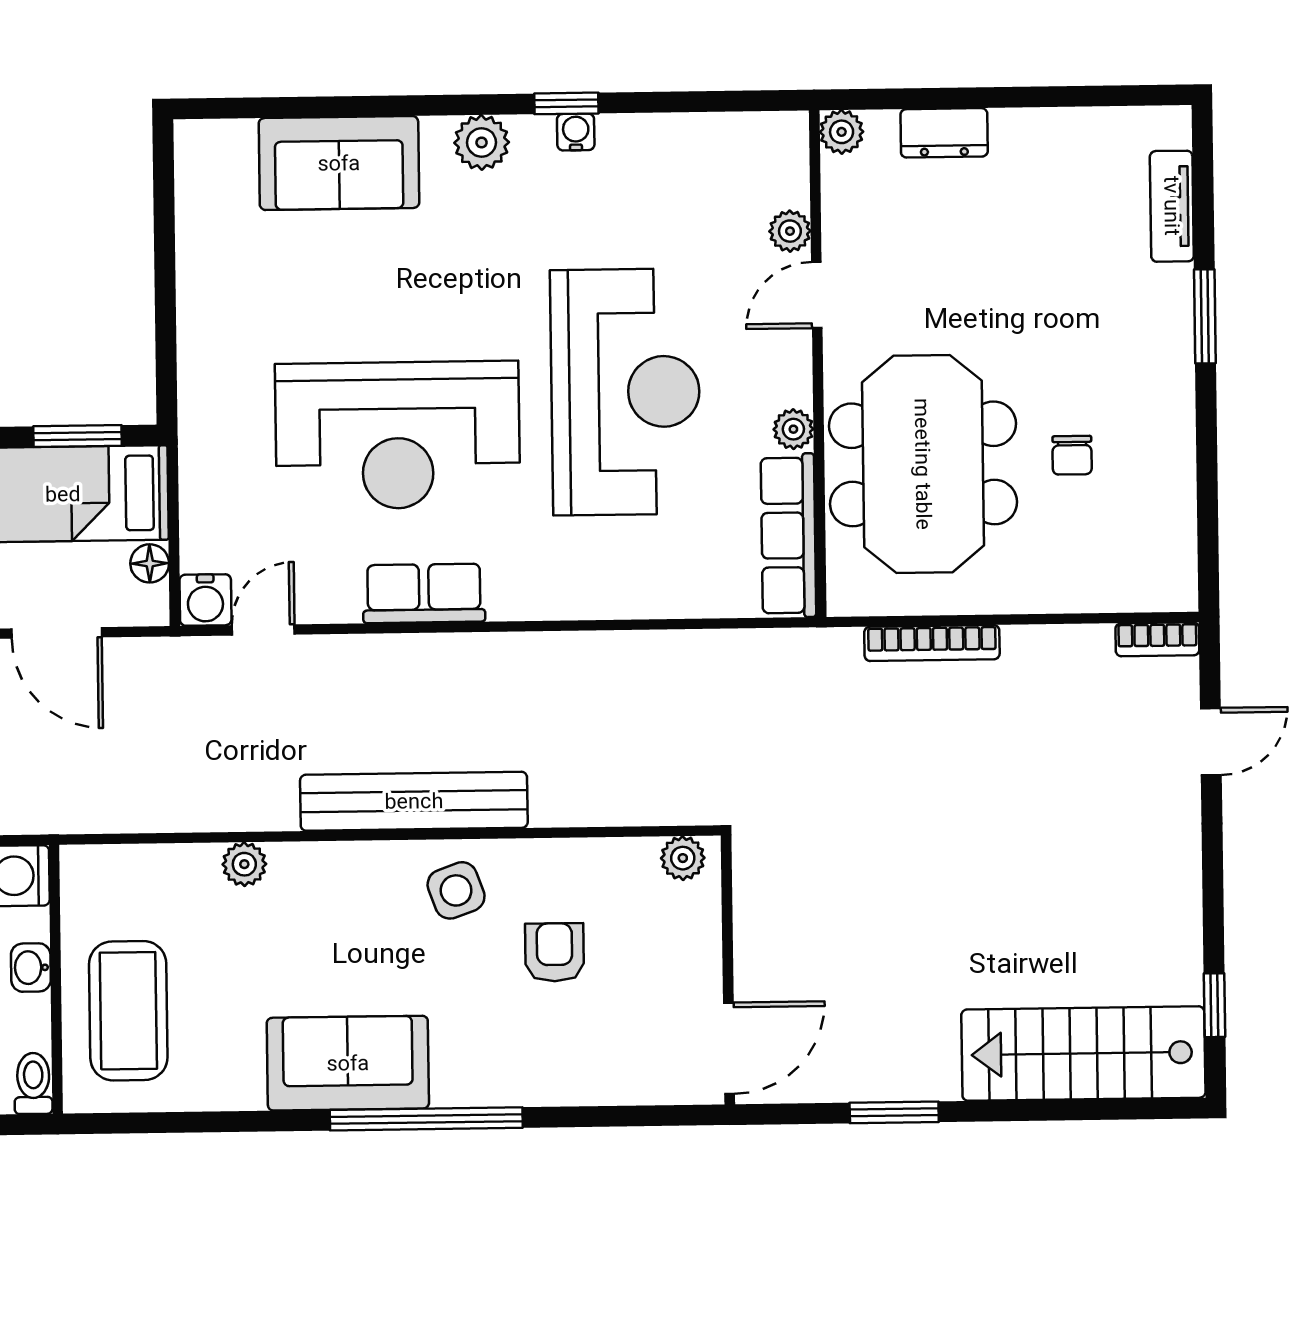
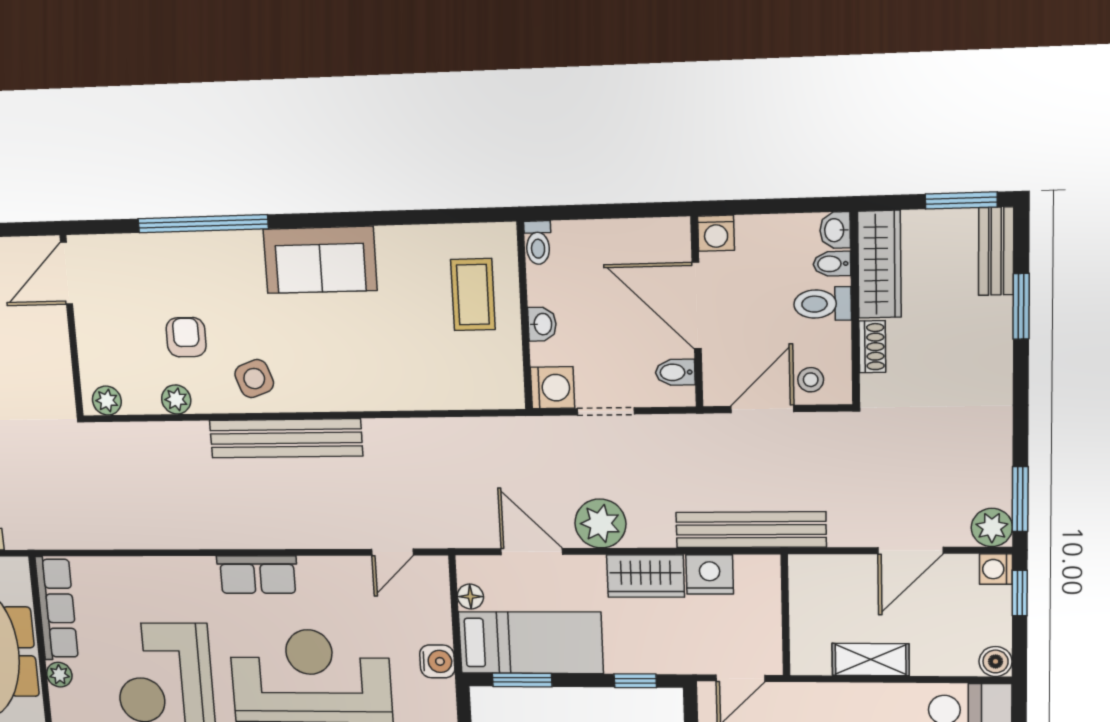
row of seats: (424, 593) -> (257, 575), moved
water cooler: (205, 600) -> (437, 661), moved, turned 90
plant: (244, 864) -> (176, 399), moved
armchair: (555, 952) -> (186, 337), turned 180
coffee table: (128, 1011) -> (473, 295), width x0.73, depth x0.76
window: (426, 1119) -> (203, 224), moved

